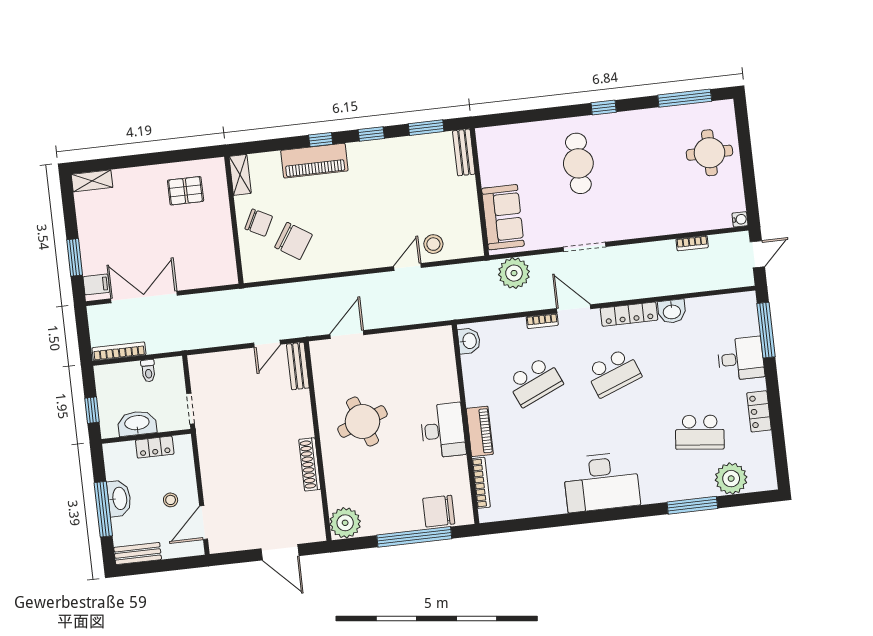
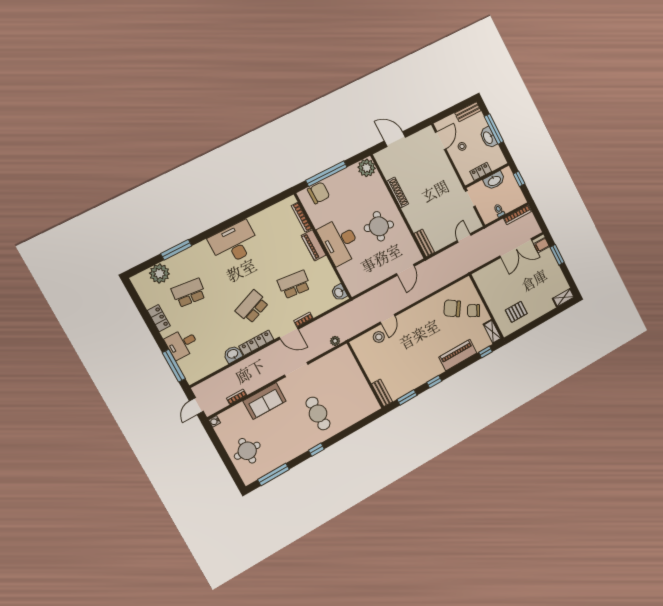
window: (321, 140) -> (486, 352), moved
sofa: (503, 217) -> (265, 401), moved, turned -90
plant: (514, 273) -> (335, 341), width x0.53, depth x0.53
door: (267, 344) -> (464, 238), moved
school desk: (535, 382) -> (294, 284), turned 30
round table: (362, 422) -> (379, 226), turned 38
desk: (443, 430) -> (340, 241), width x1.36, depth x1.30

